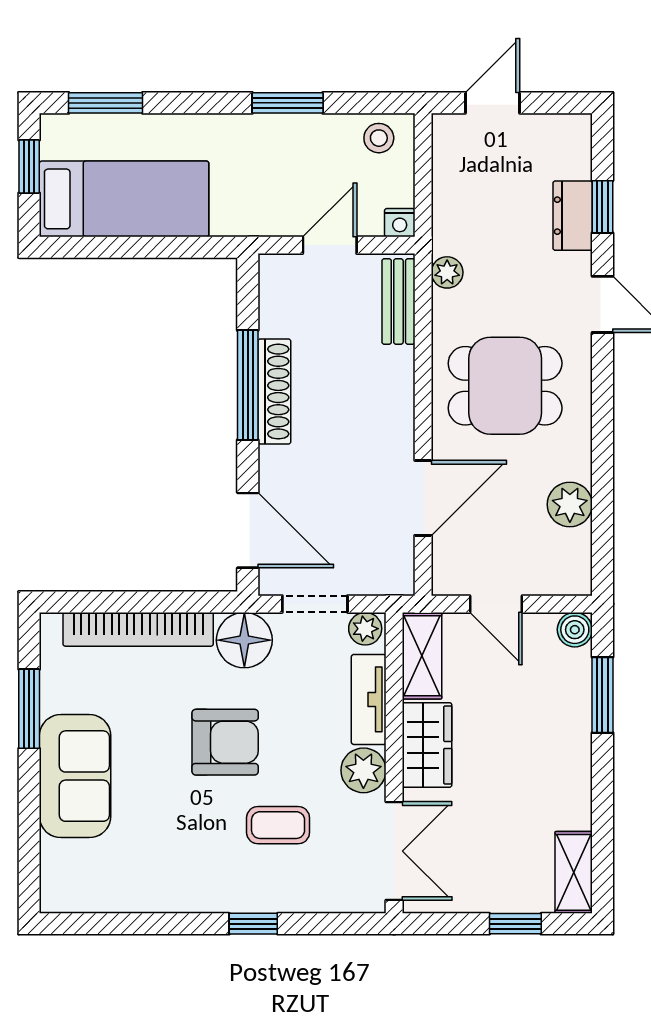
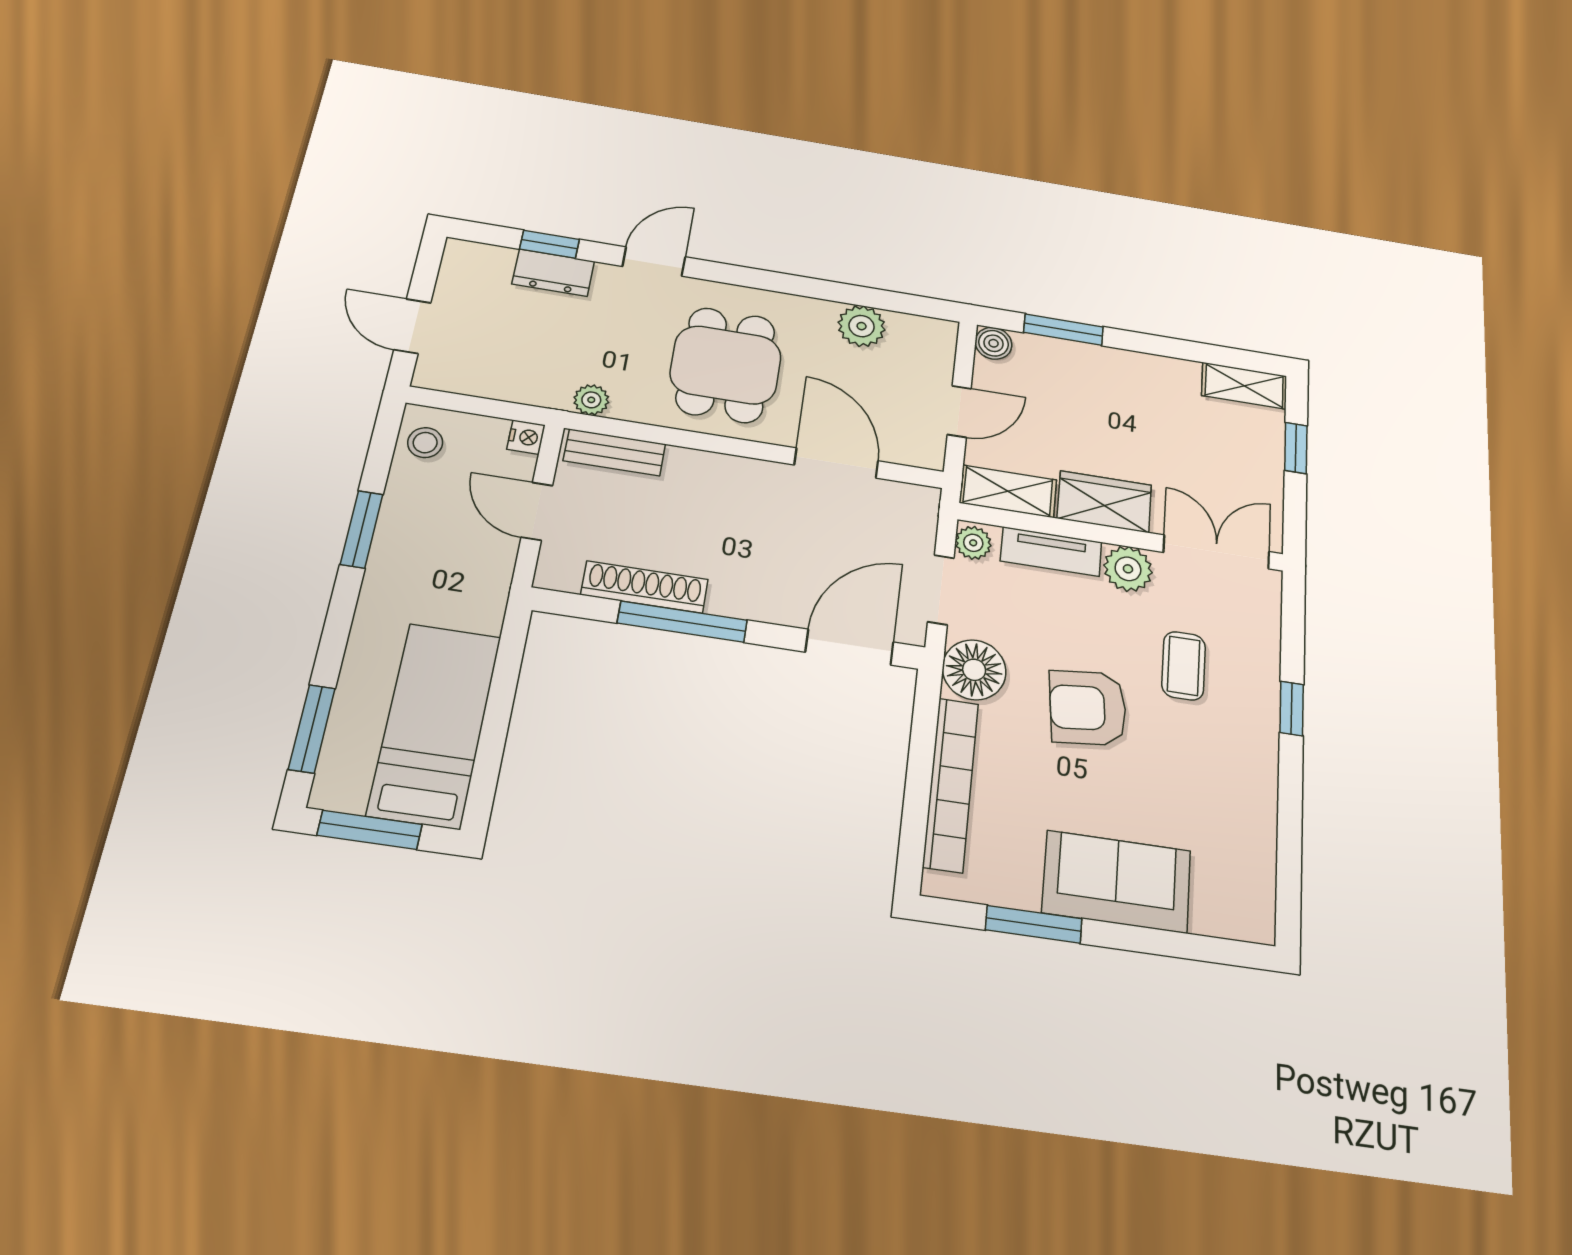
window: (29, 167) -> (370, 830), width x1.50
shoe rack: (274, 392) -> (645, 587), moved
armchair: (225, 742) -> (1088, 708), turned -96

